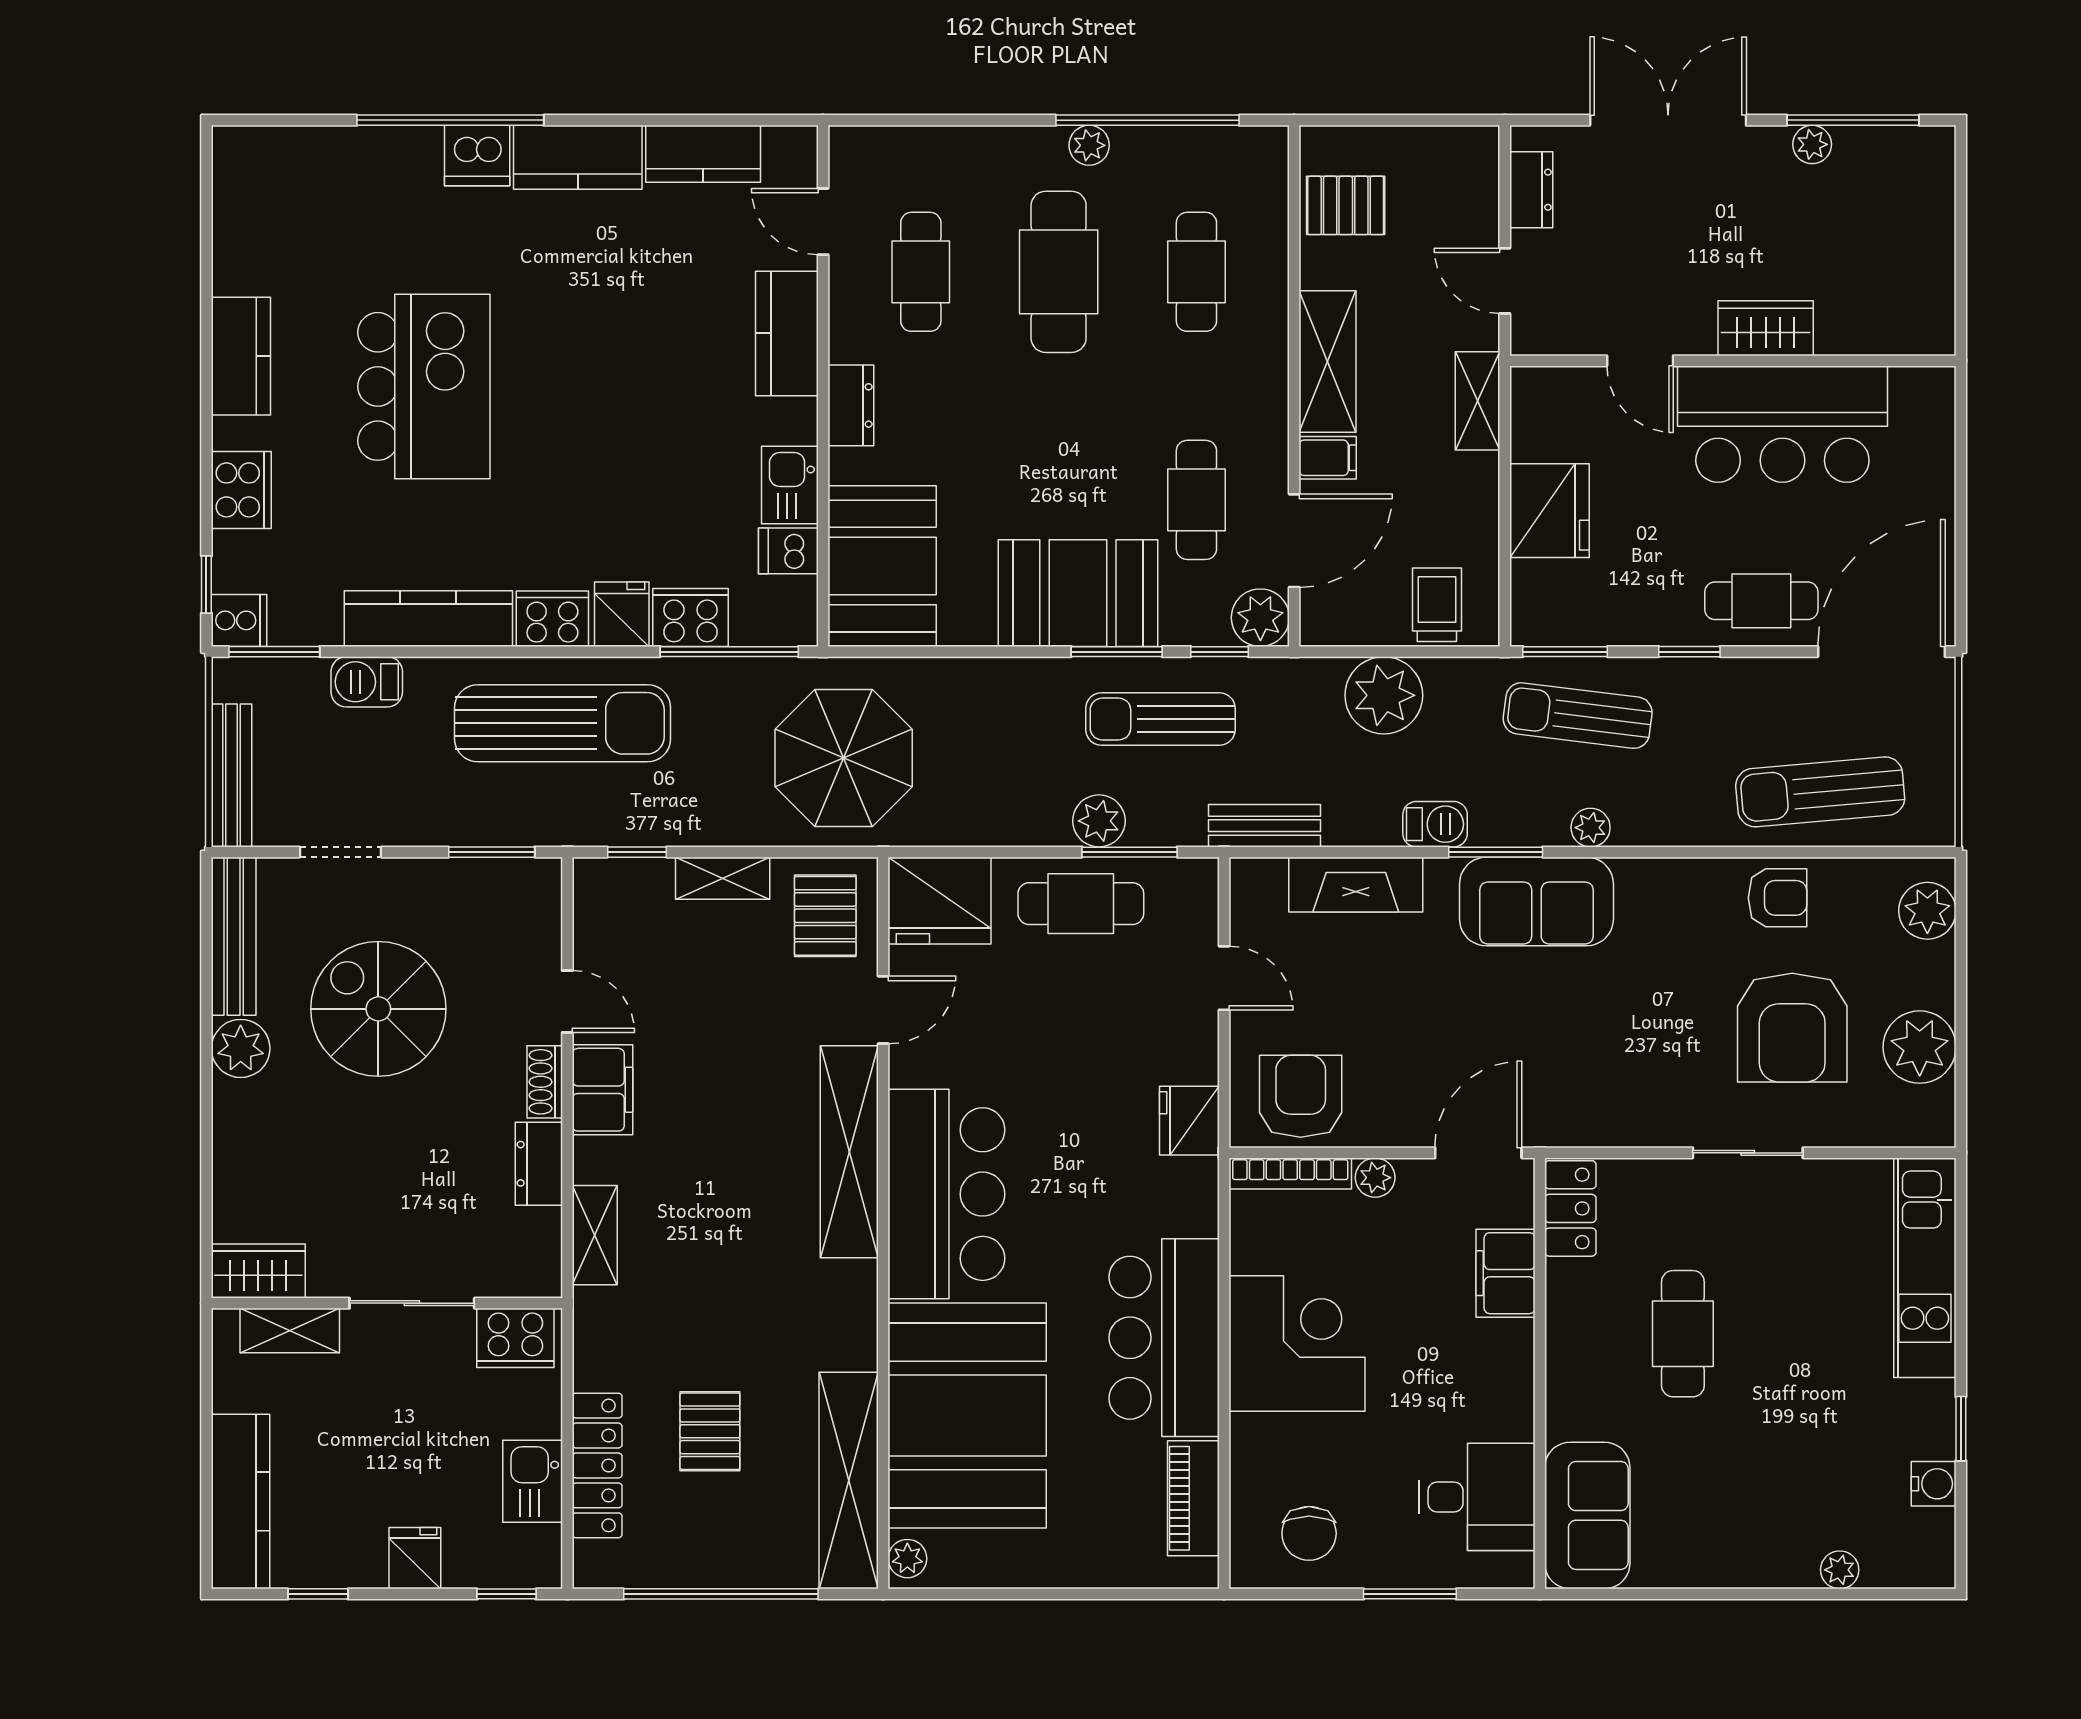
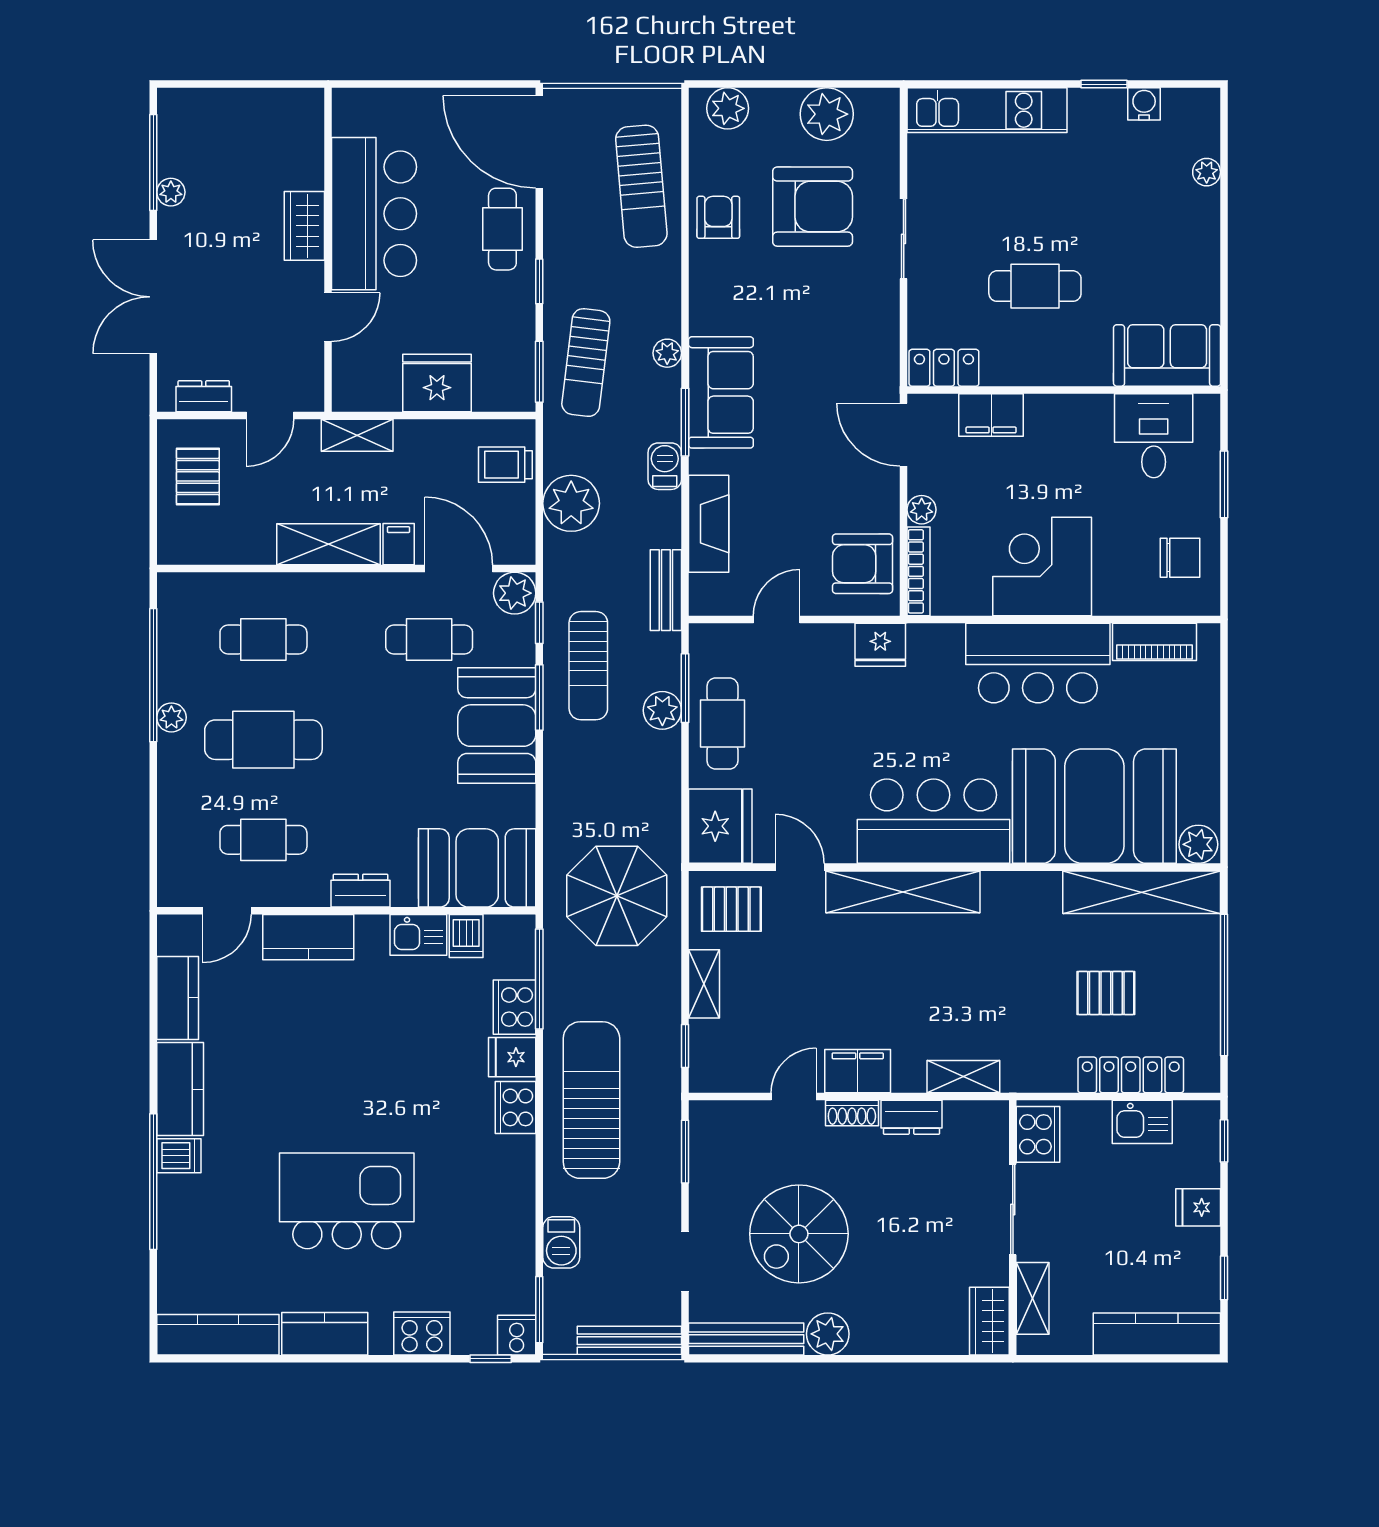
dishwasher: (477, 156) -> (179, 1156), width x0.73
pallet: (1346, 205) -> (198, 476), moved
kitchen counter: (428, 619) -> (218, 1335), moved, turned 90
plant: (907, 1559) -> (1198, 844), width x1.38, depth x1.38

